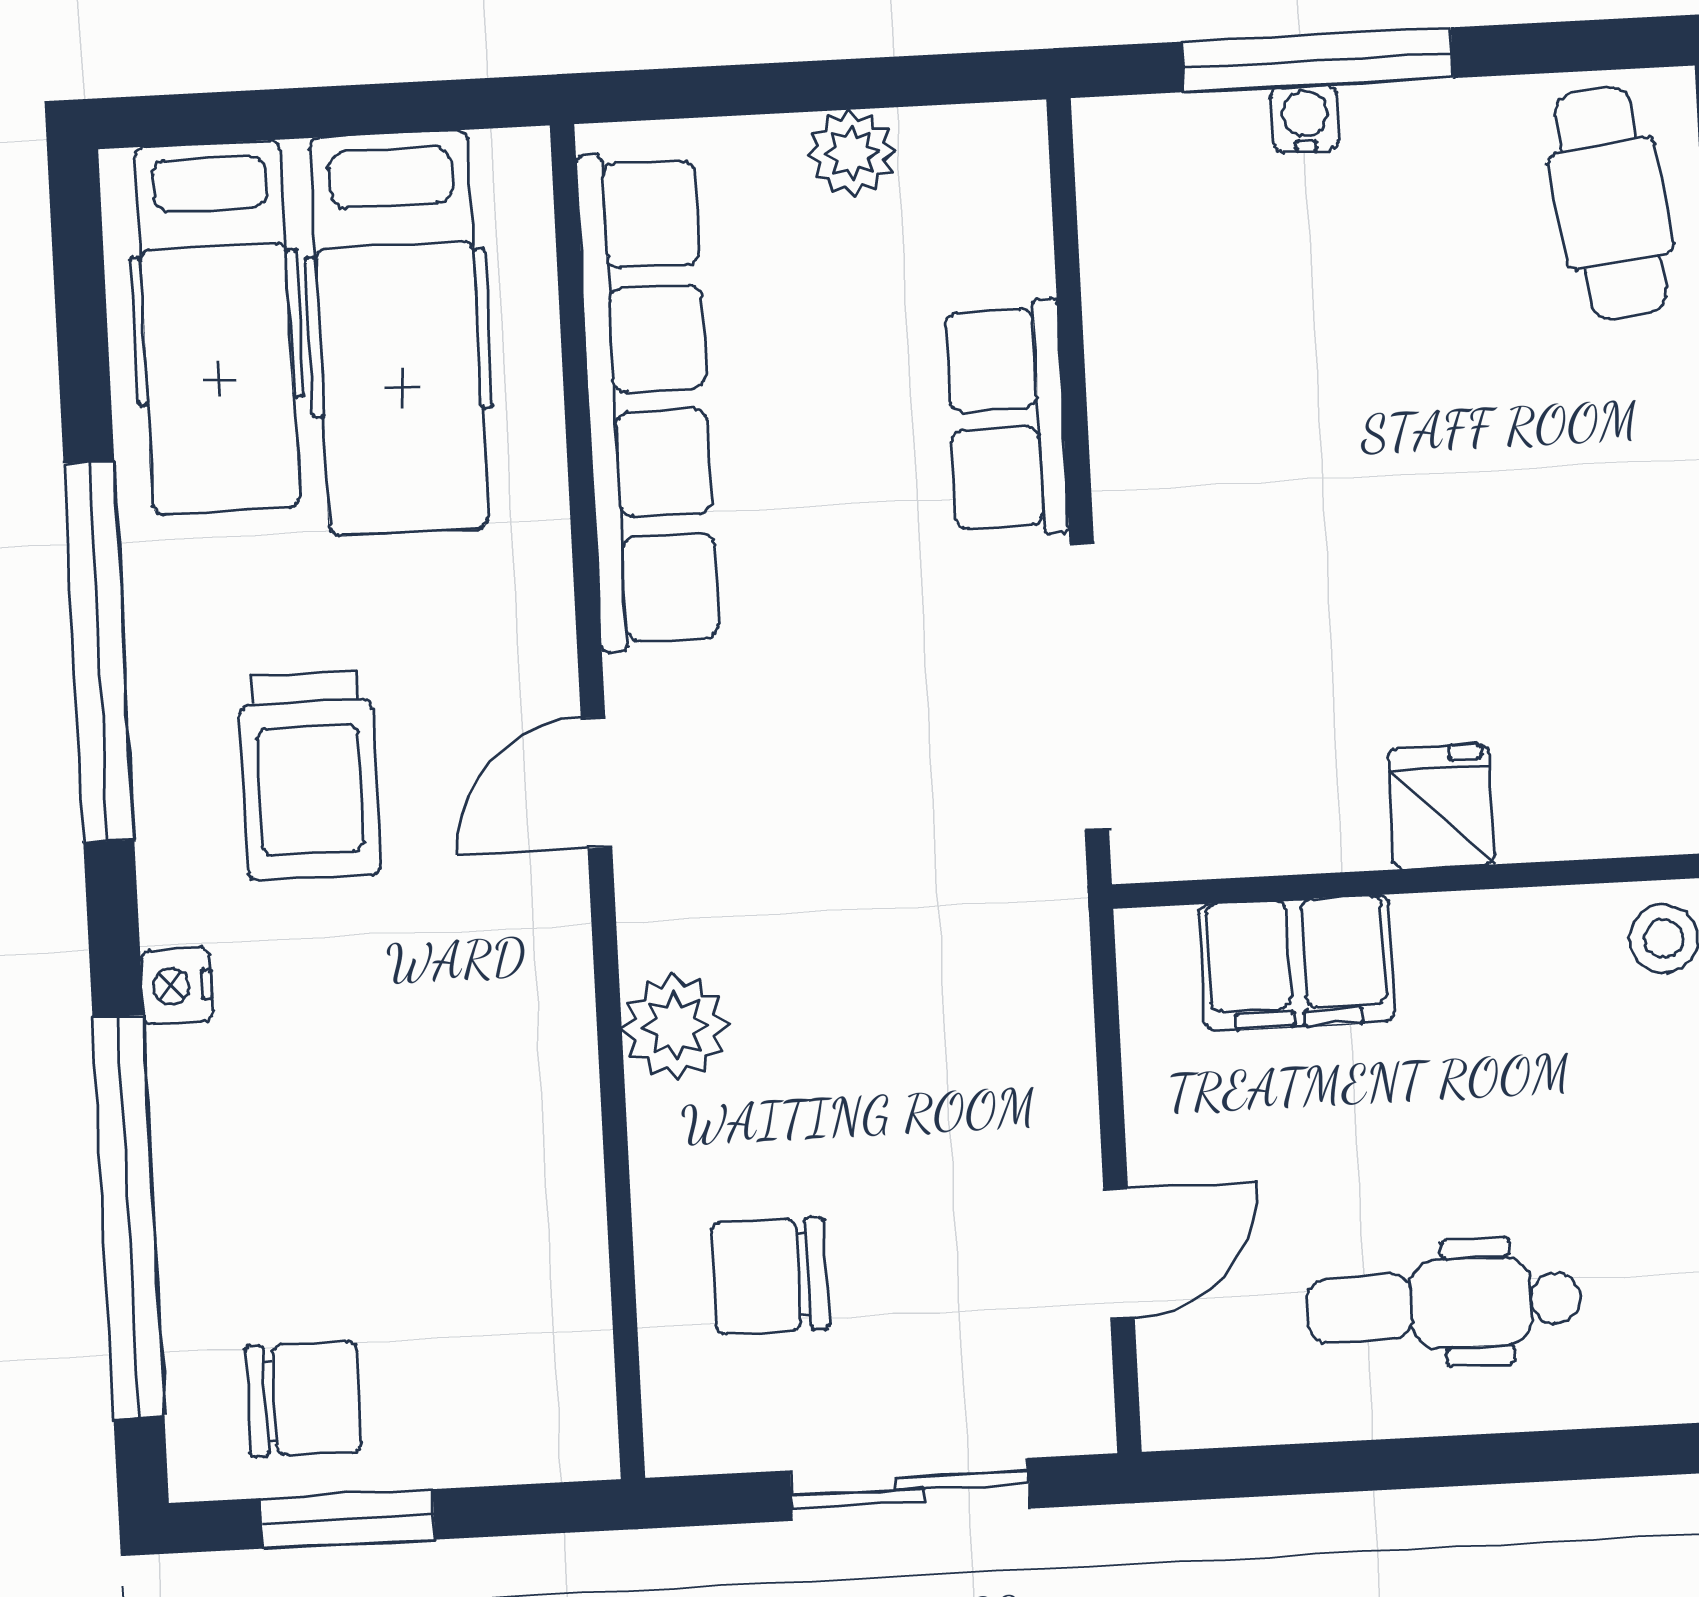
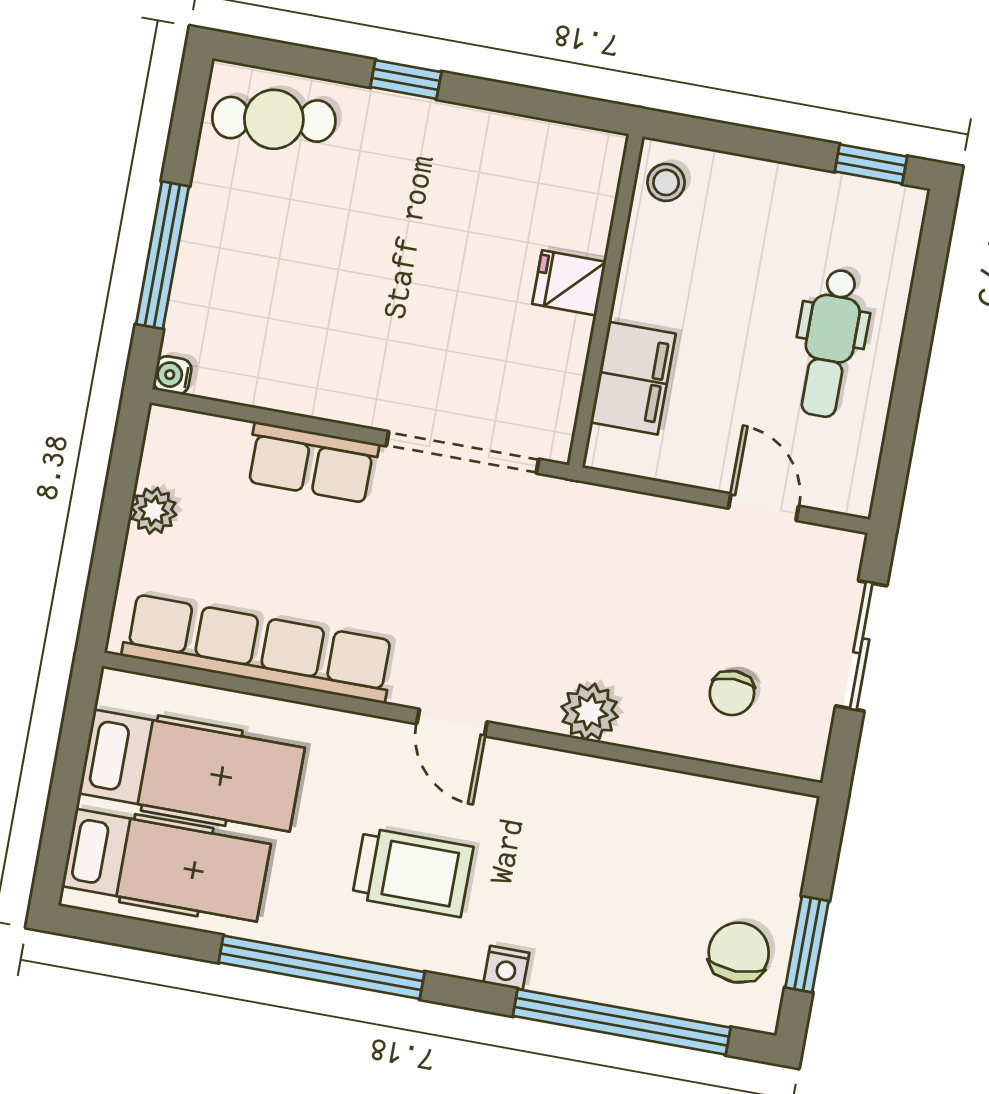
water cooler: (1305, 119) -> (173, 375), moved
chair: (770, 1276) -> (732, 693), width x0.73, depth x0.73

